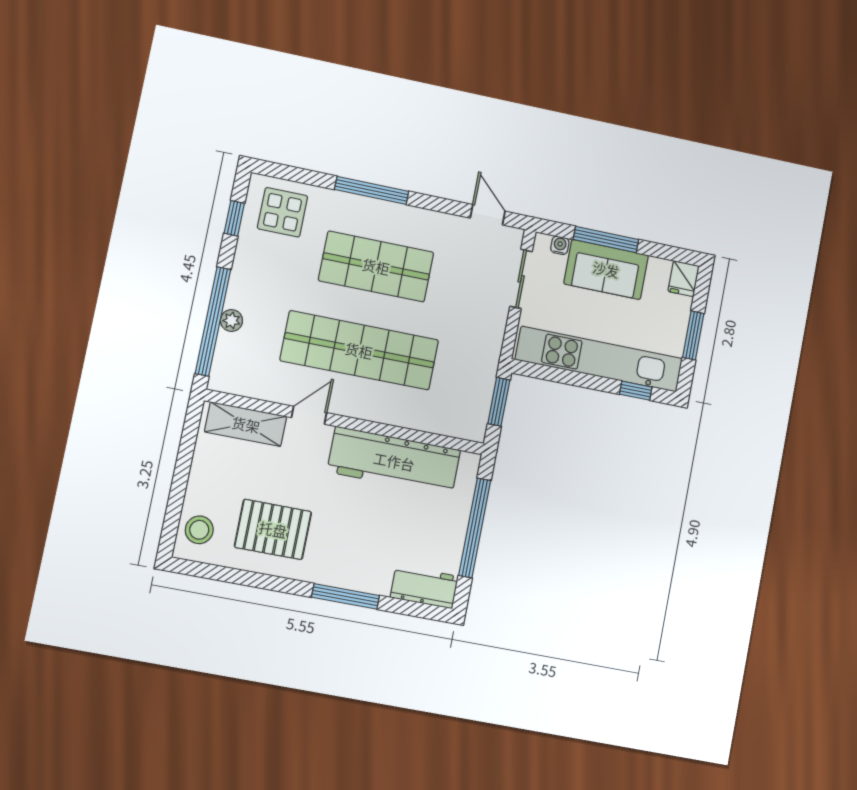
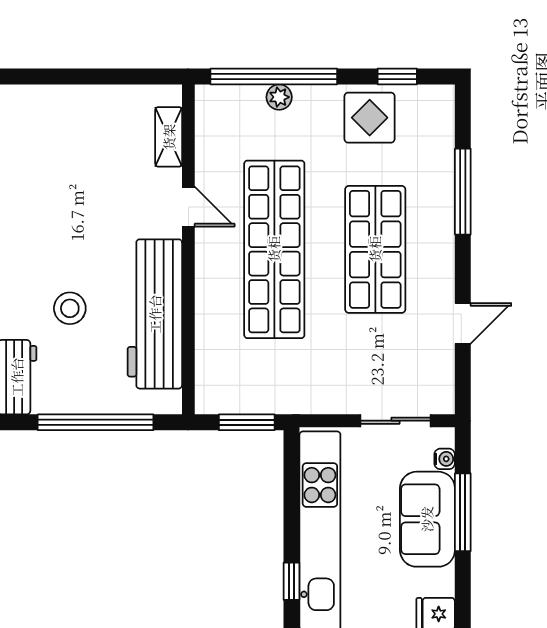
window: (372, 190) -> (463, 192), moved
display table: (282, 212) -> (370, 118), moved
door: (488, 215) -> (463, 323), moved
shelving: (246, 424) -> (169, 137), width x0.67, depth x0.75
pallet: (273, 529) -> (51, 192), removed
stool: (199, 530) -> (70, 308), moved

